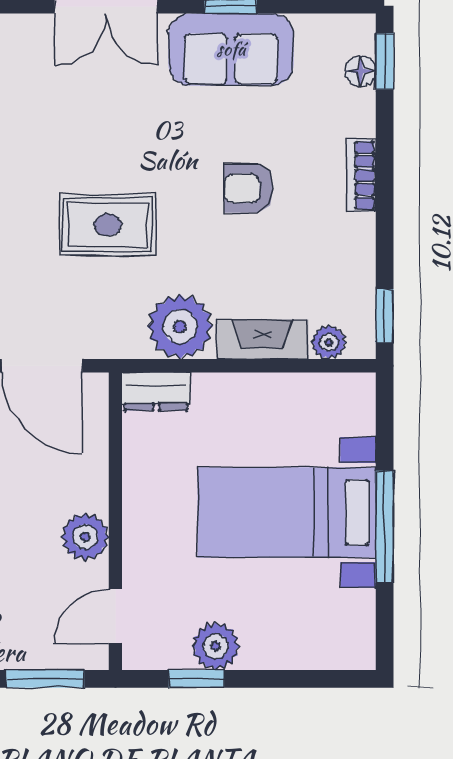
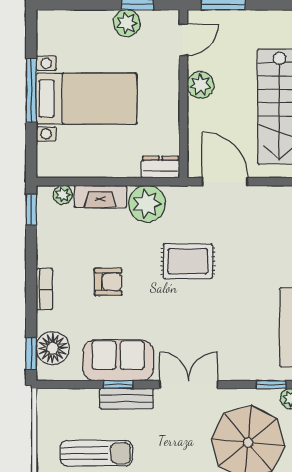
floor lamp: (360, 71) -> (53, 348), width x1.89, depth x1.89

